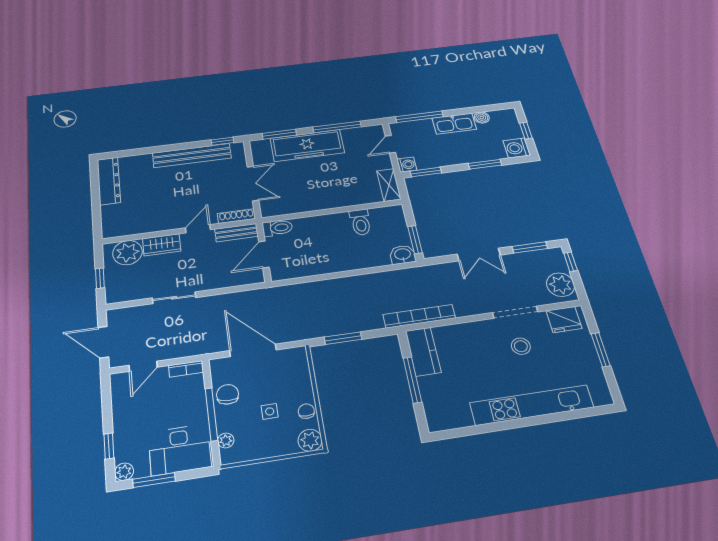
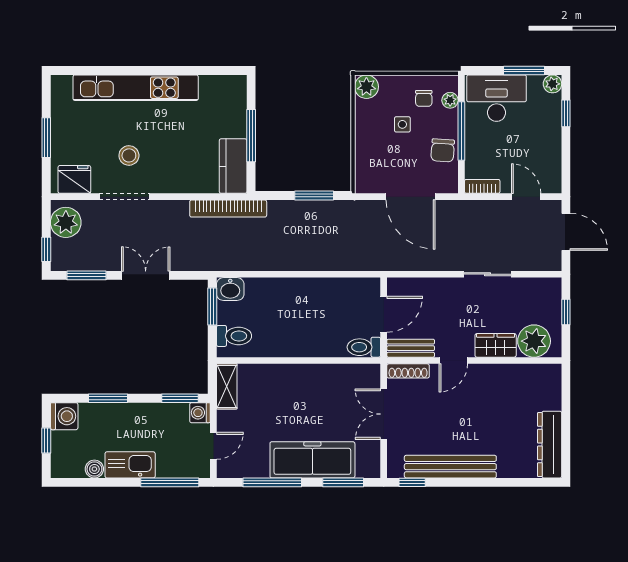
toilet: (360, 222) -> (234, 336), moved, turned 90
door: (143, 366) -> (526, 197), hinge flipped
chair: (306, 411) -> (424, 98), moved

